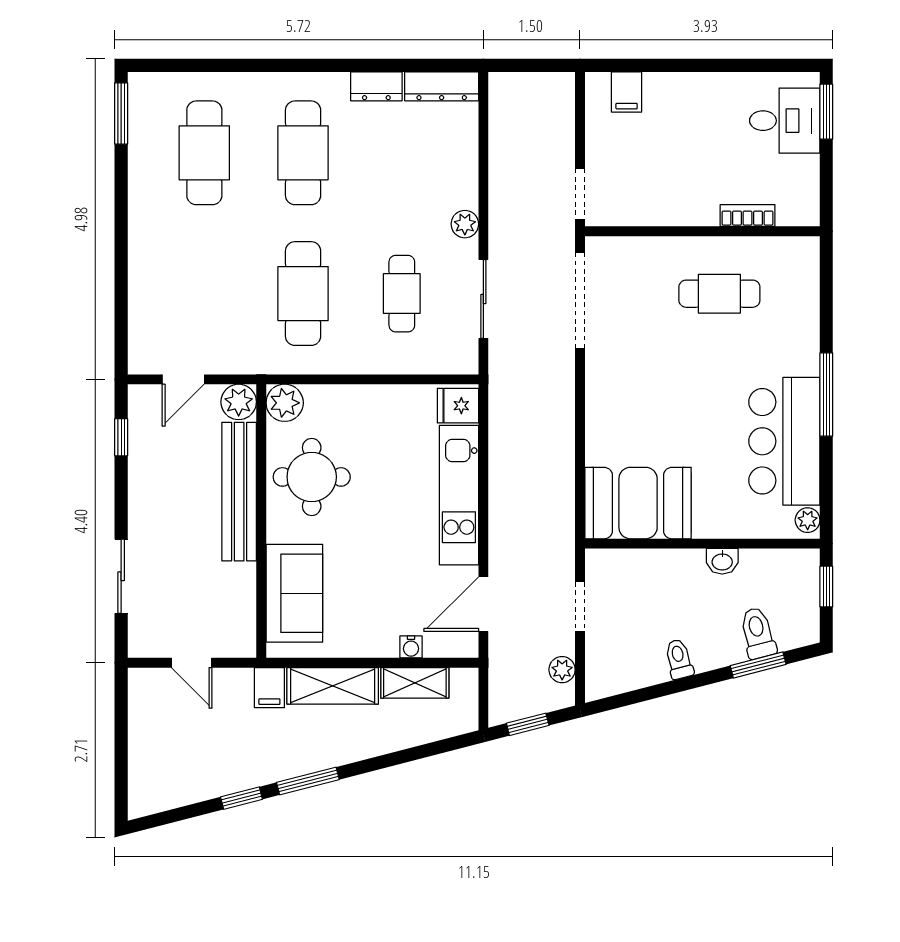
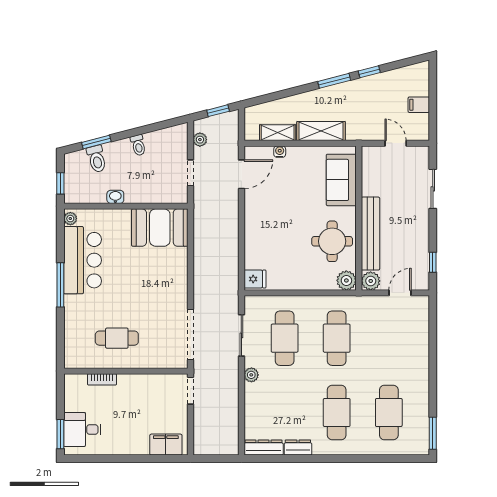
filing cabinet: (627, 92) -> (166, 445), width x2.00
cafe table: (402, 294) -> (285, 338), width x1.37, depth x1.35
kitchen unit: (459, 495) -> (254, 232), removed
filing cabinet: (269, 688) -> (419, 105), moved, turned -90

